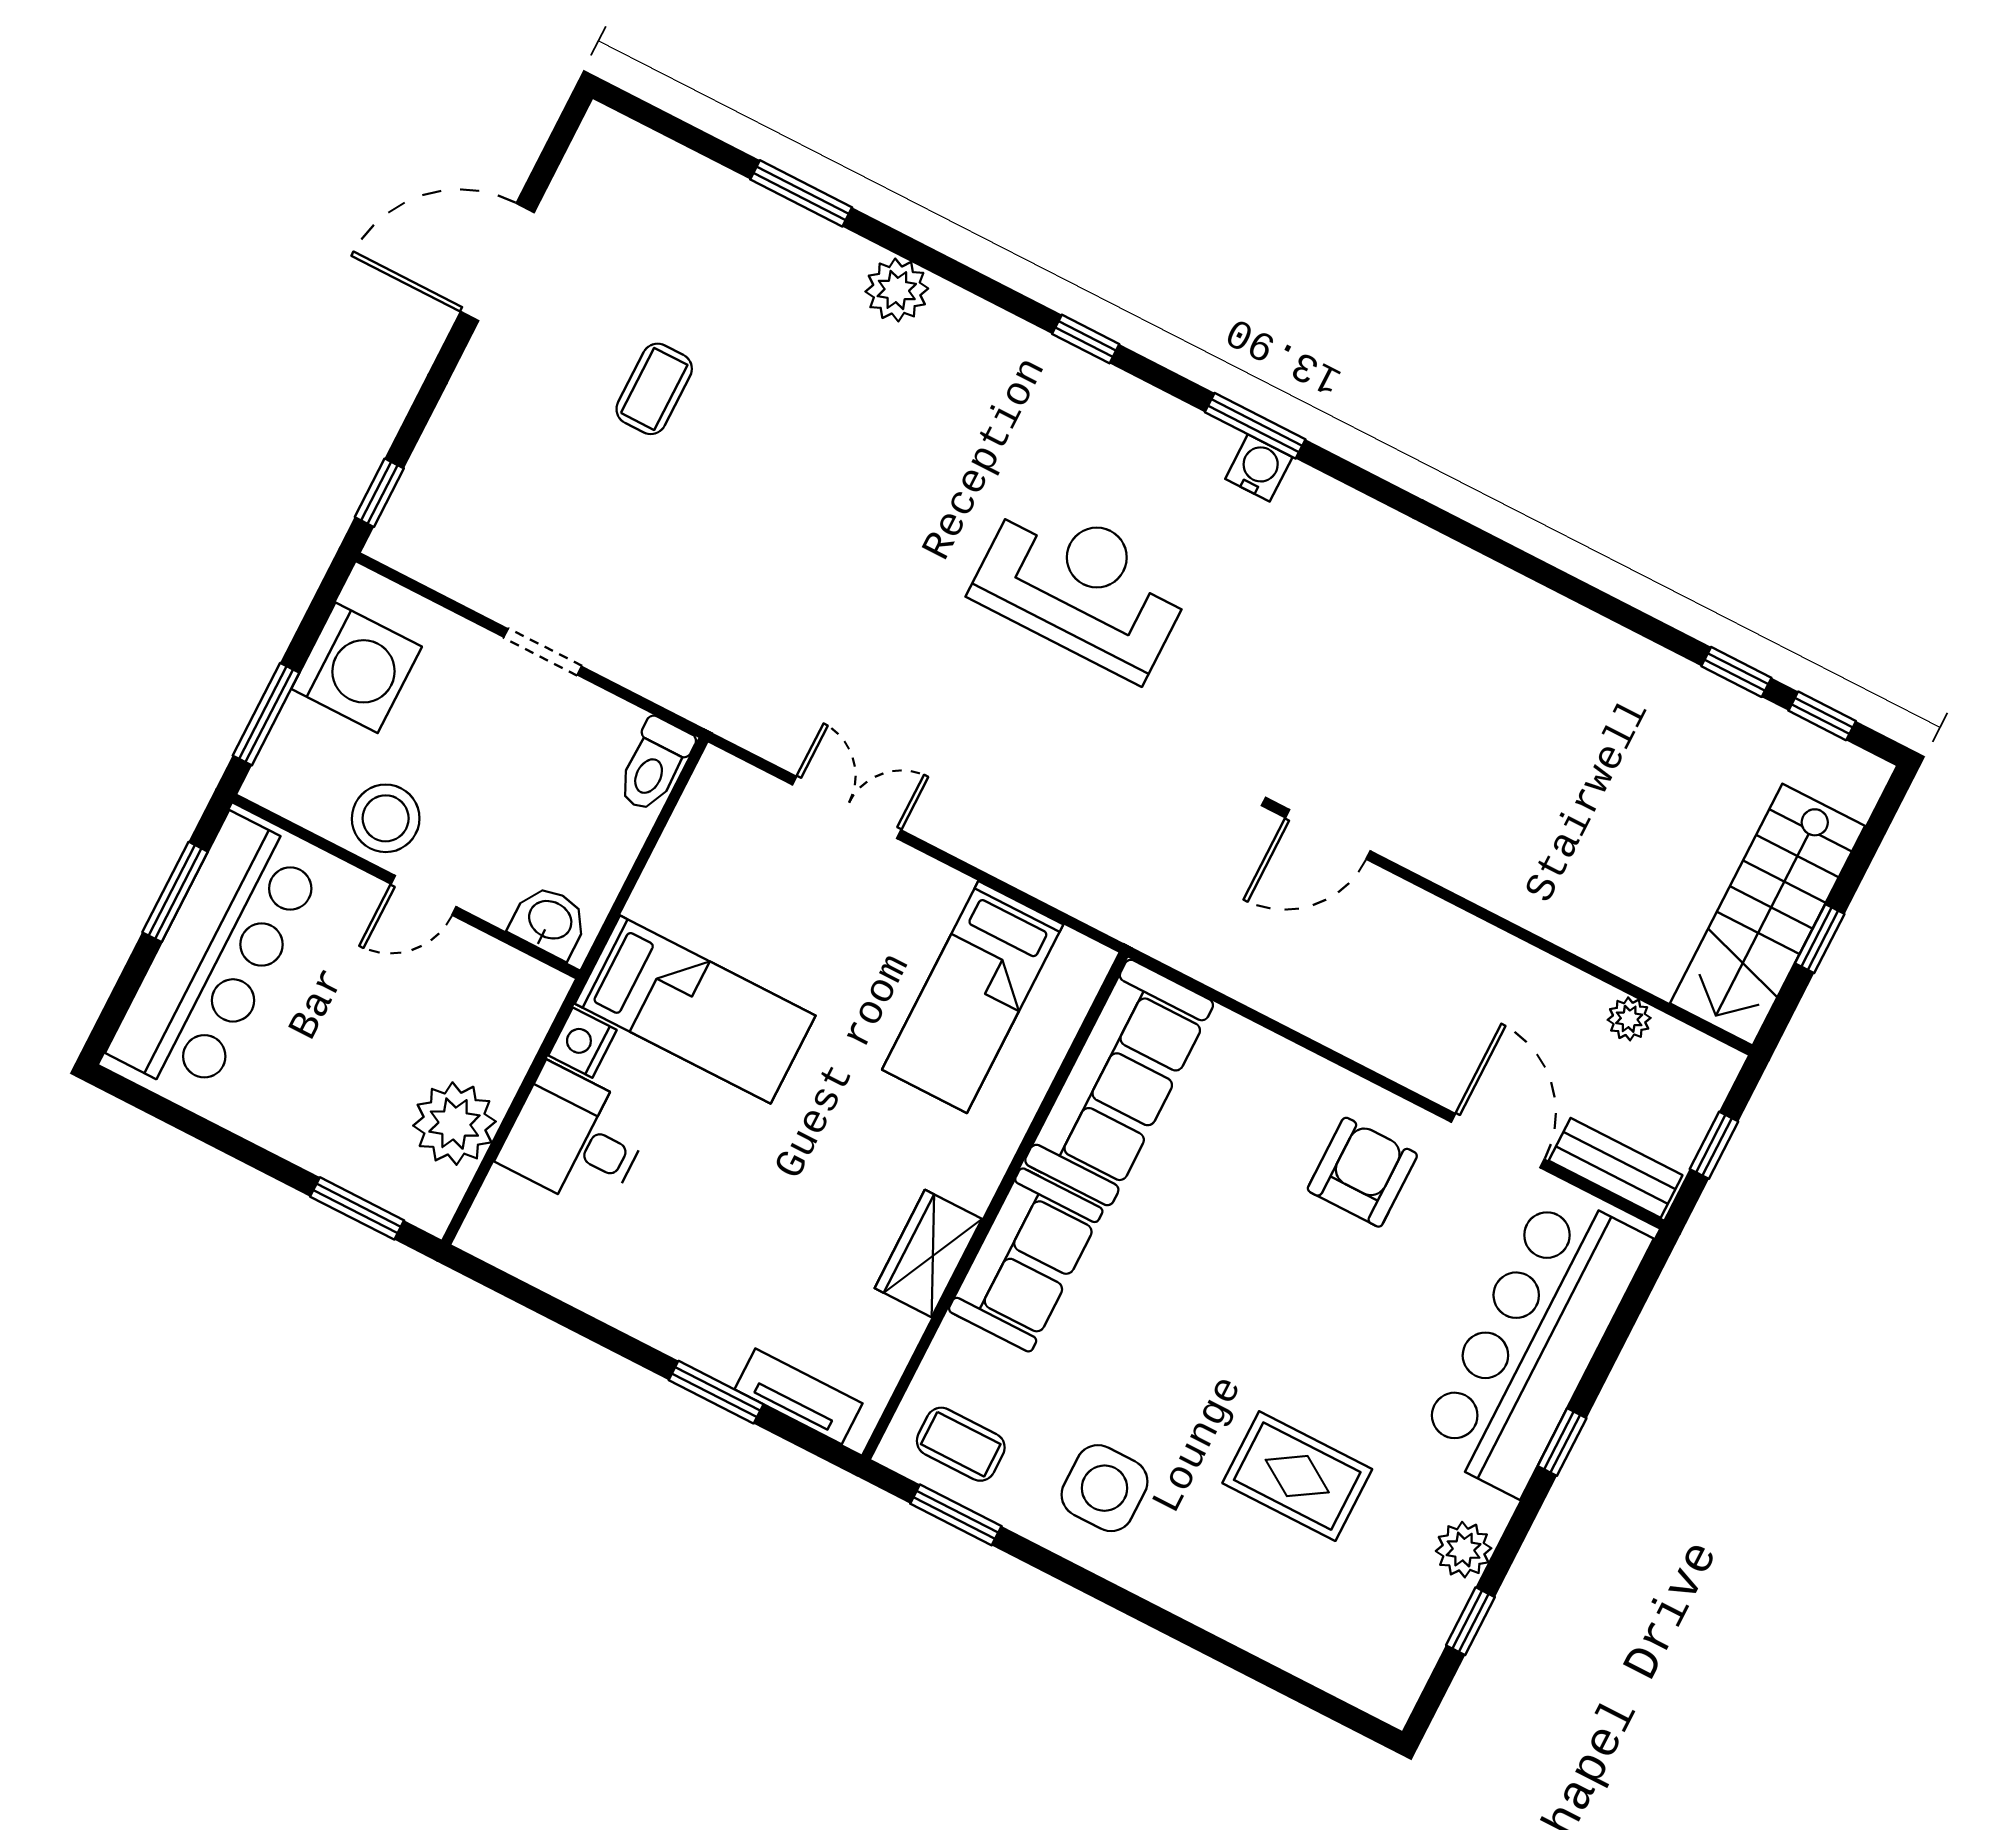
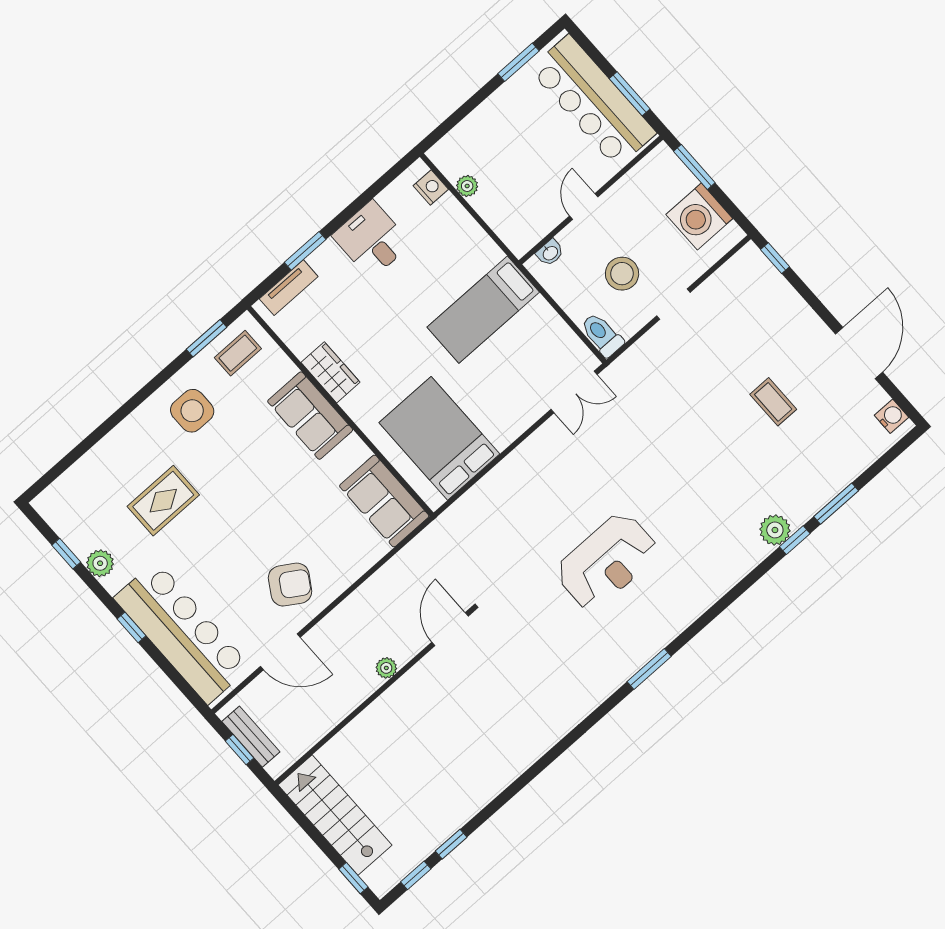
window: (1086, 339) -> (795, 540), moved
water cooler: (1259, 468) -> (891, 416), moved, turned -90
double door: (847, 807) -> (574, 392), moved
stool: (386, 818) -> (622, 274), moved
washbasin: (549, 921) -> (550, 253), width x0.72, depth x0.69
window: (1820, 939) -> (353, 878), moved
bed: (973, 997) -> (439, 438), width x1.50
plant: (1629, 1019) -> (386, 668), moved
nightstand: (582, 1043) -> (431, 187), moved
sofa: (1119, 1083) -> (384, 501), width x0.73
plant: (454, 1124) -> (467, 186), width x0.53, depth x0.53
desk: (575, 1139) -> (372, 240), moved, turned -90
bench: (1616, 1168) -> (251, 737), moved, turned 90
armchair: (1362, 1172) -> (290, 585), turned -58
window: (357, 1208) -> (519, 62), moved

